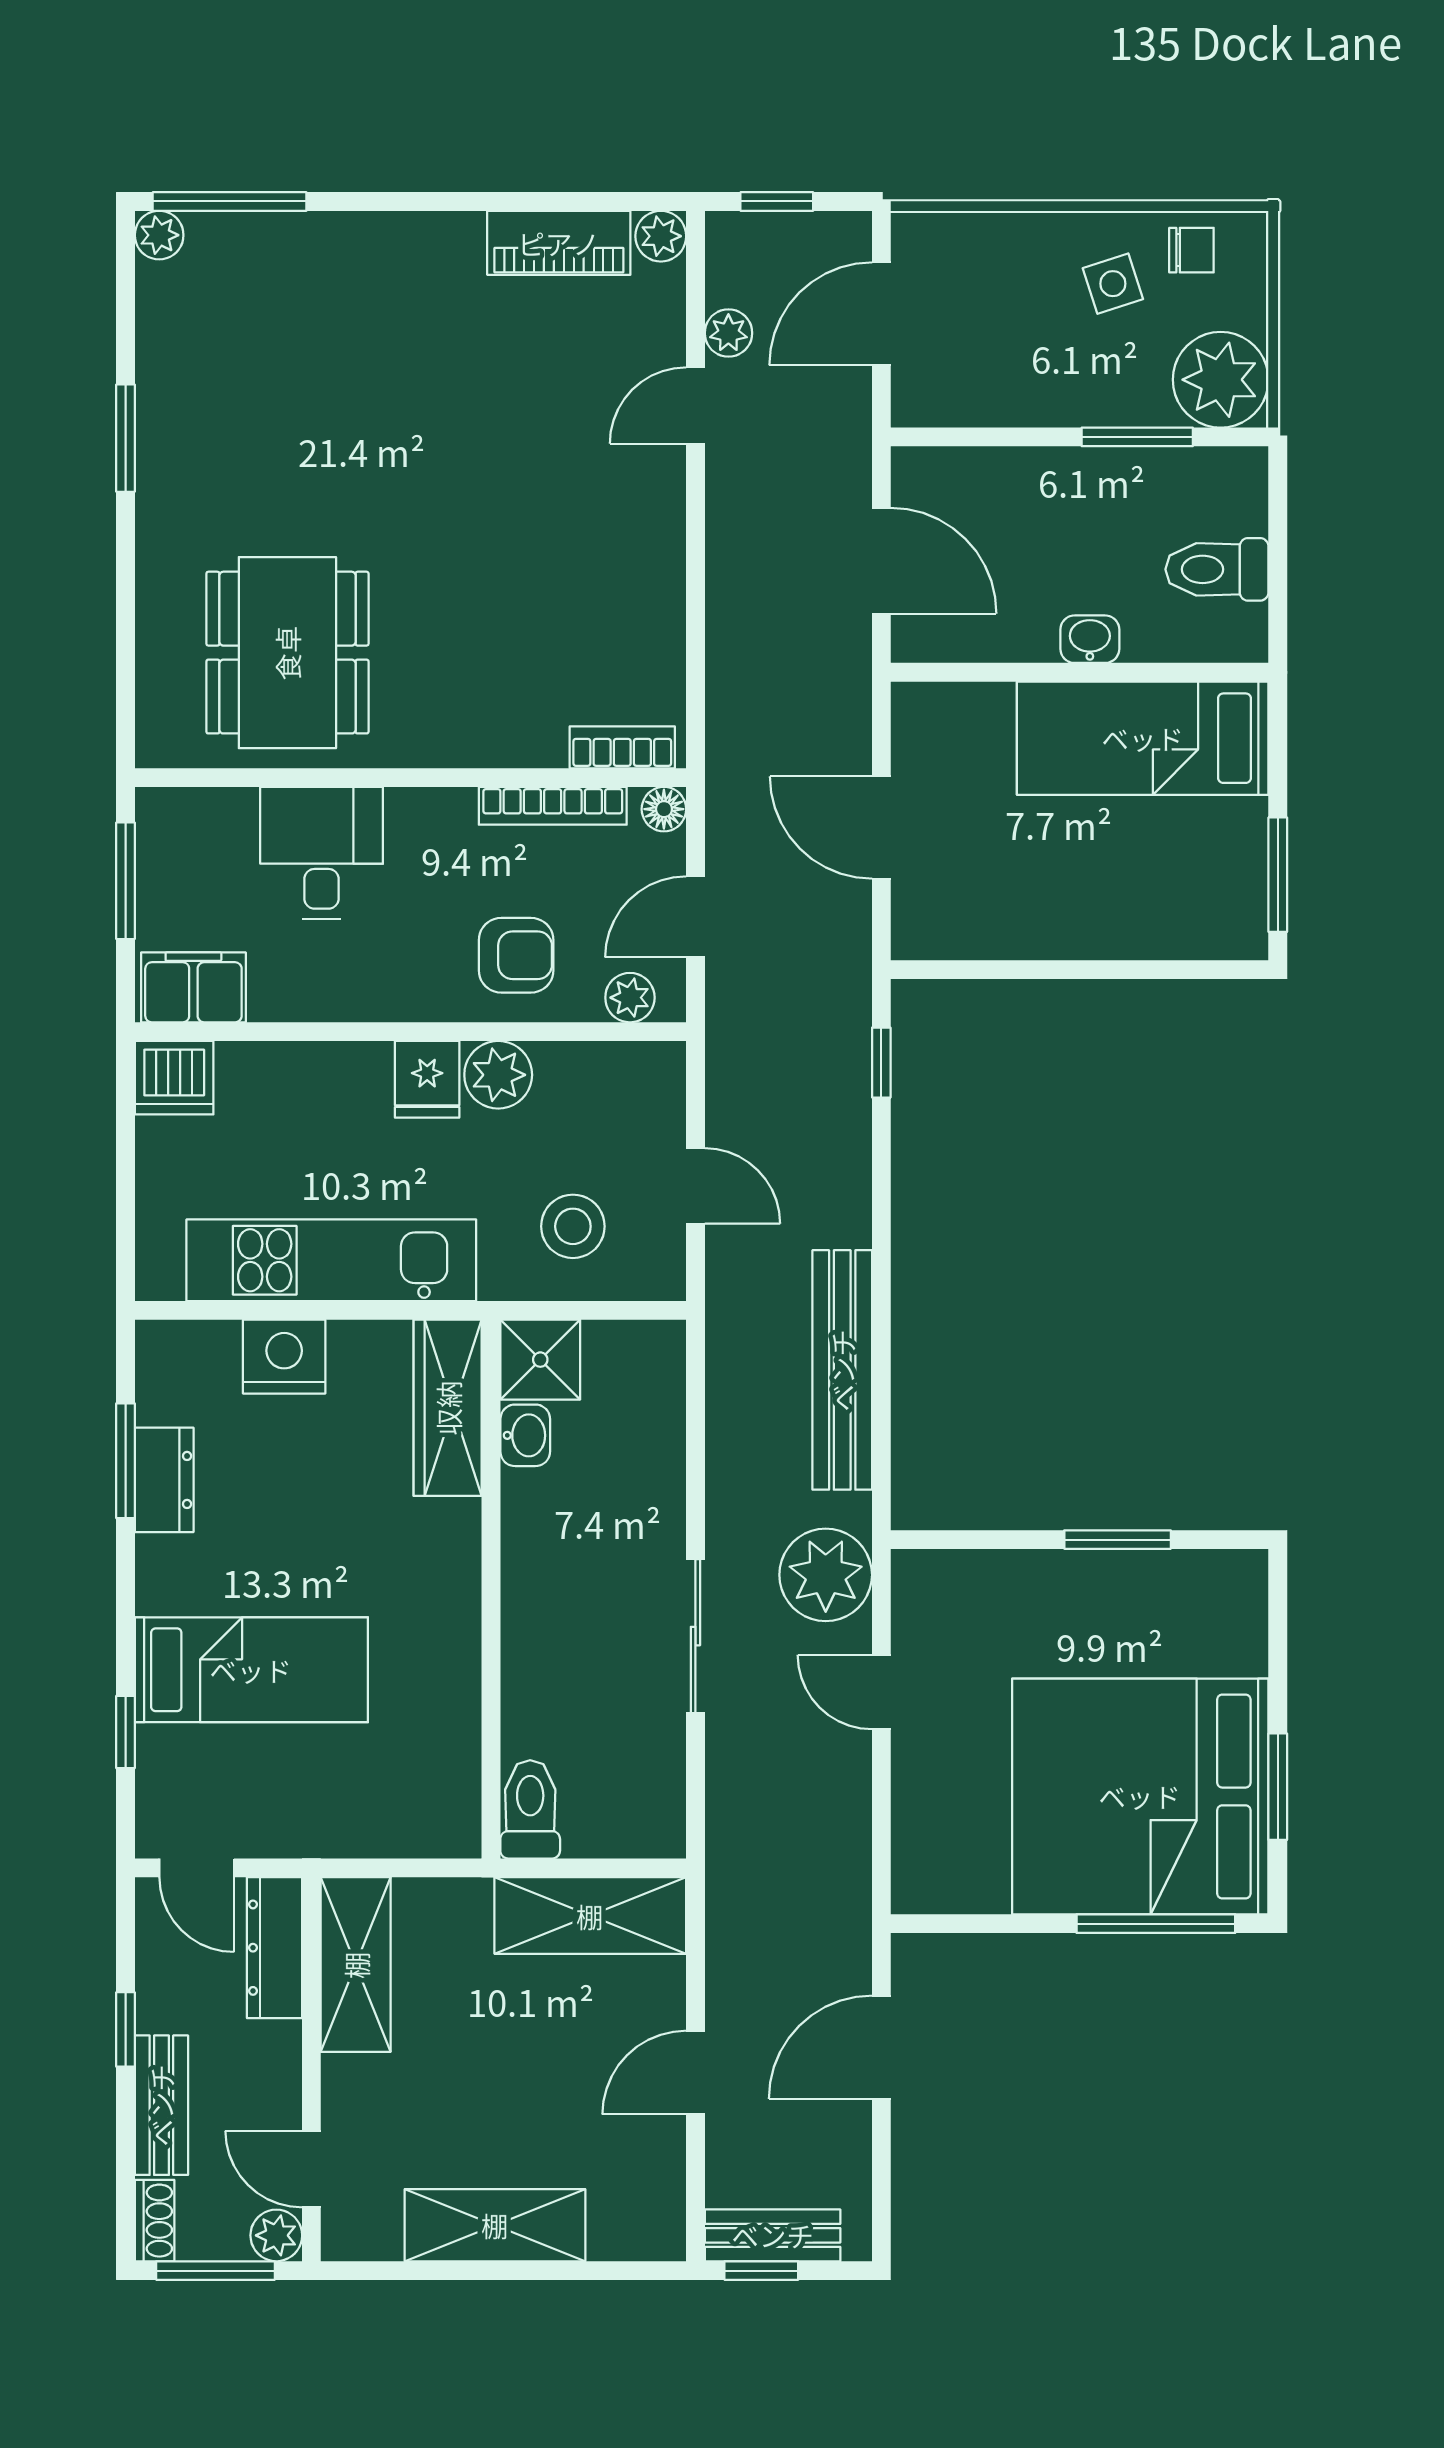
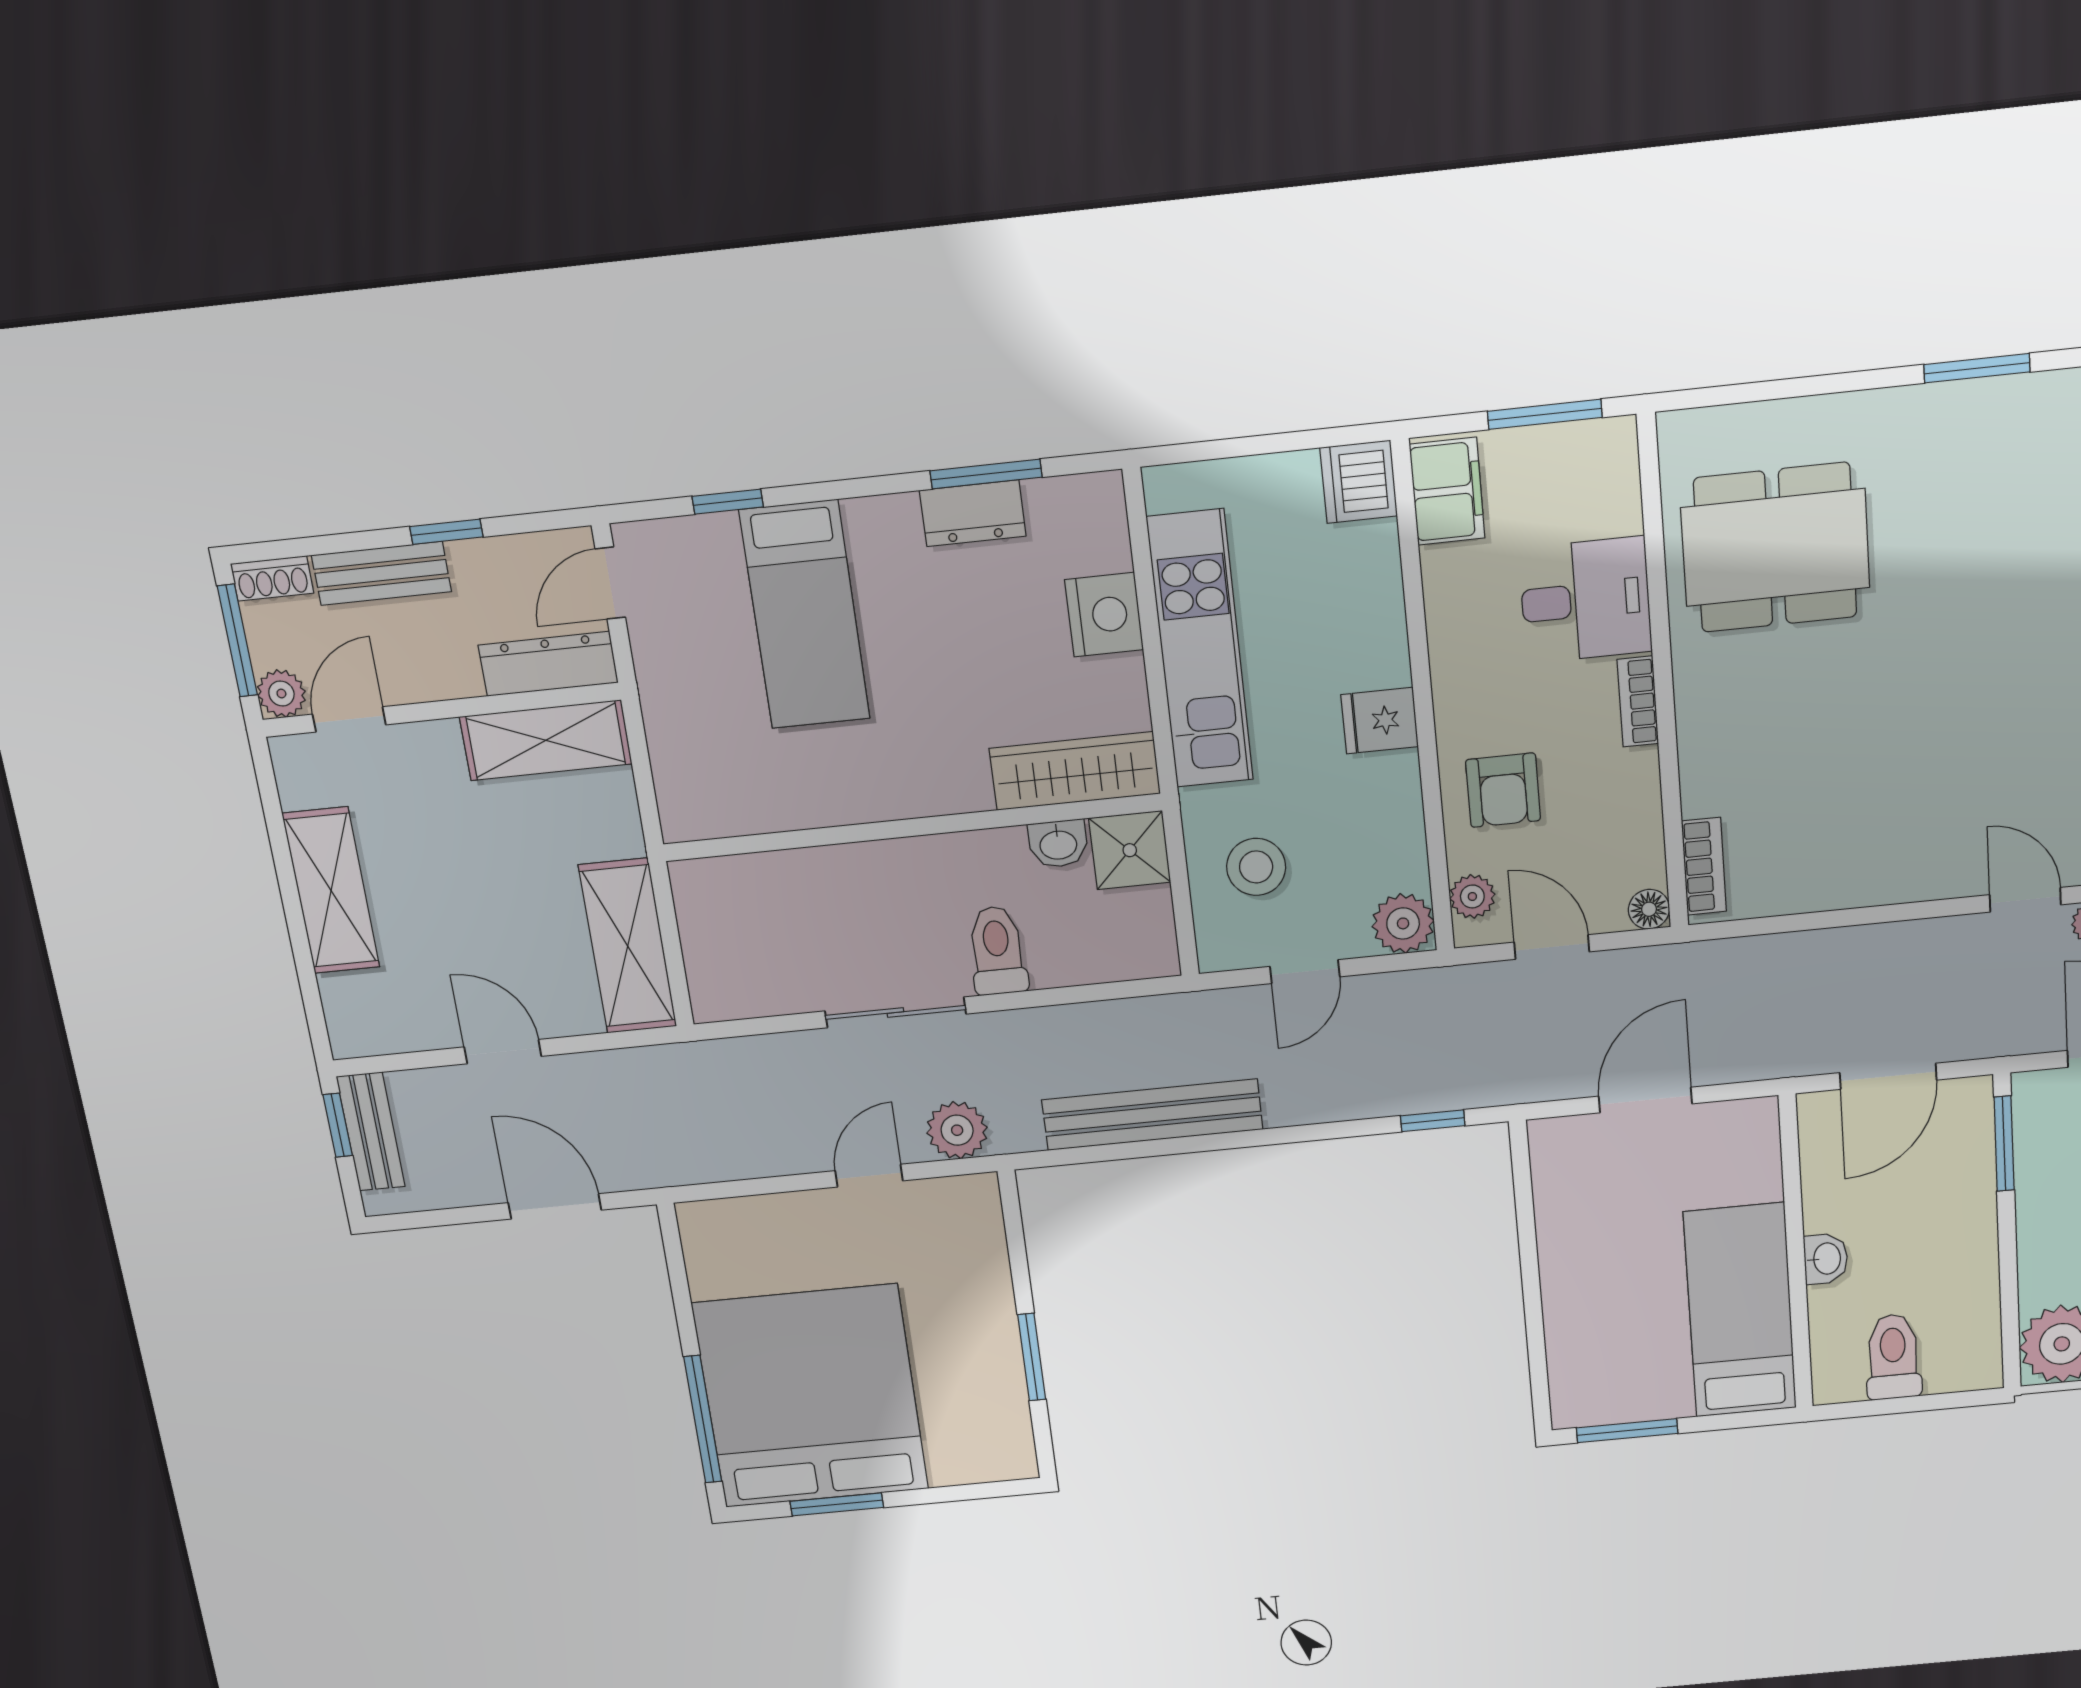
window: (1137, 437) -> (2004, 1144), moved
bookcase: (553, 806) -> (1638, 702), moved, width x0.64
plant: (498, 1075) -> (1403, 923), moved
plant: (826, 1575) -> (957, 1130), width x0.73, depth x0.73
toilet: (530, 1809) -> (997, 950), moved, turned -90

